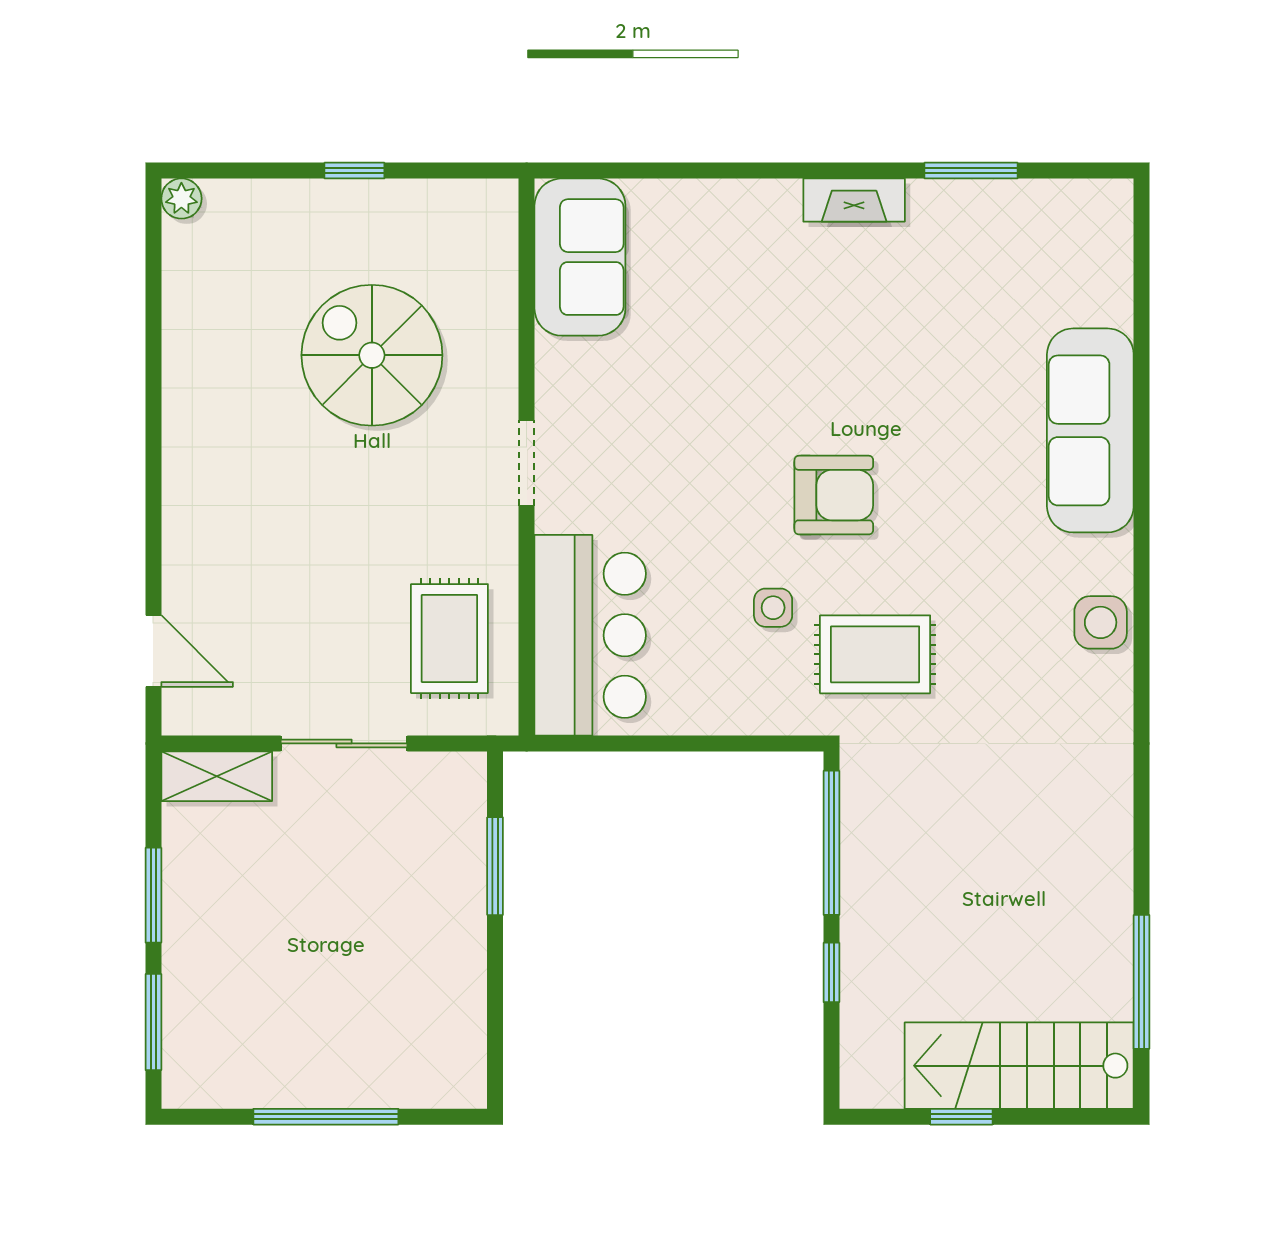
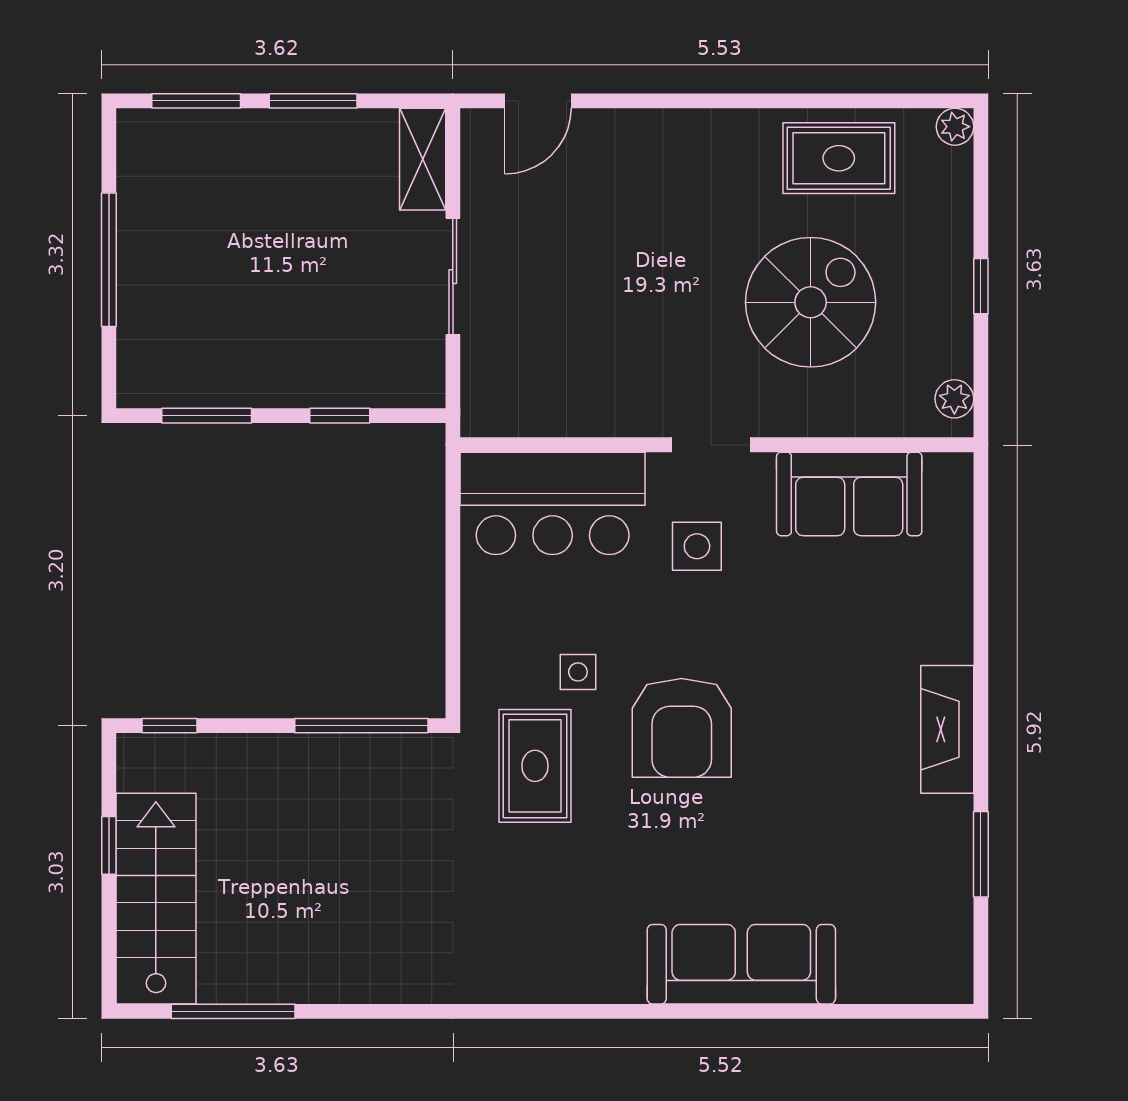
plant: (477, 199) -> (954, 399), added
fireplace: (854, 200) -> (947, 729), width x1.37, depth x1.32
sofa: (580, 257) -> (849, 494), moved
armchair: (834, 495) -> (682, 728), width x1.36, depth x1.36
side table: (1101, 622) -> (697, 546), moved
rug: (449, 639) -> (839, 158), moved
window: (495, 866) -> (340, 416), width x0.67
window: (831, 972) -> (169, 726), moved
window: (495, 1011) -> (207, 416), added

